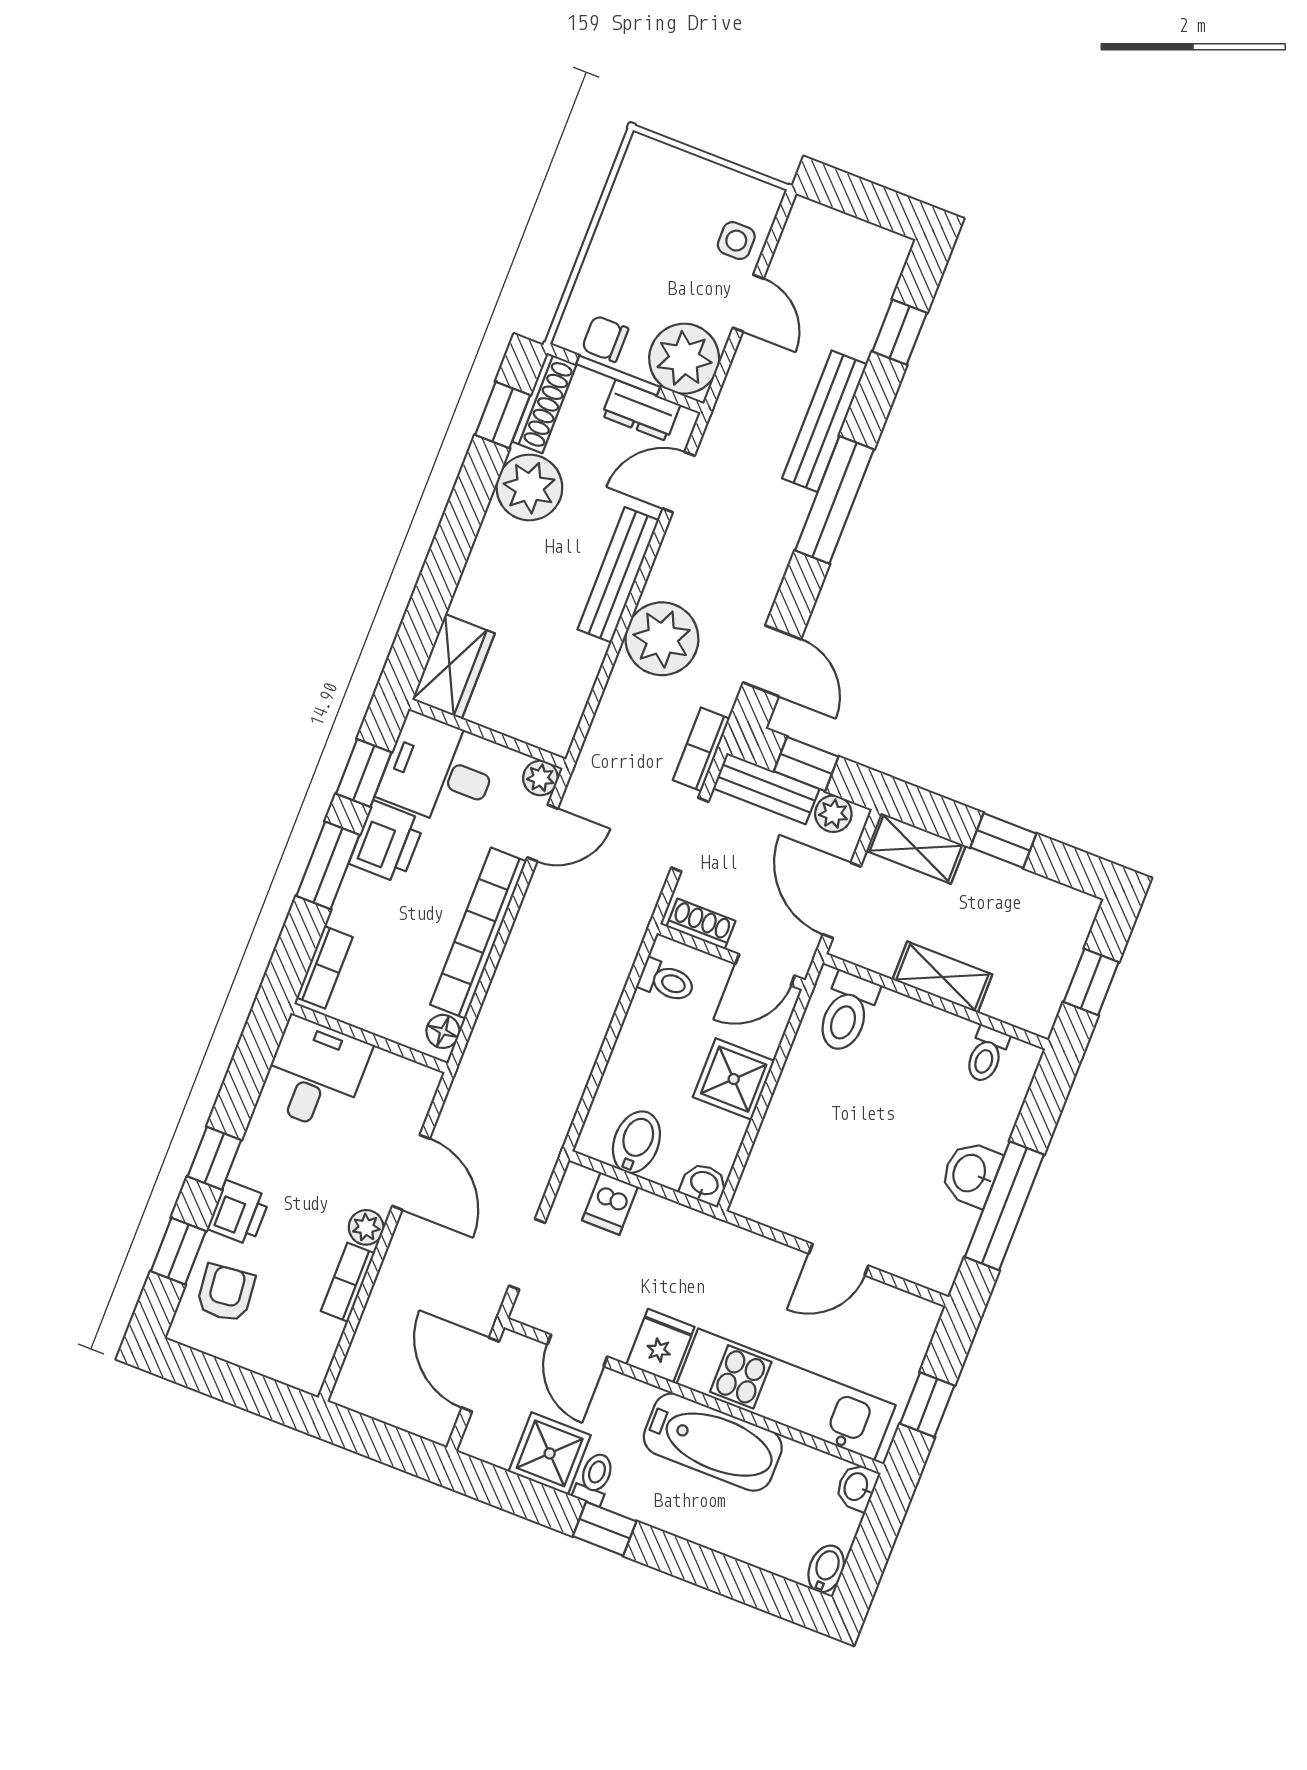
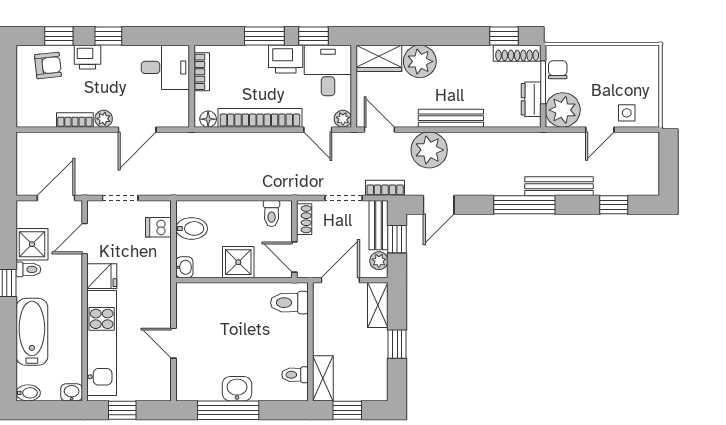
door: (679, 482) -> (379, 130), moved
plant: (529, 487) -> (420, 61), moved
bookcase: (325, 967) -> (202, 72), moved, turned -90
shelving: (942, 977) -> (323, 378), moved
bathtub: (713, 1442) -> (32, 332), moved, turned 180

